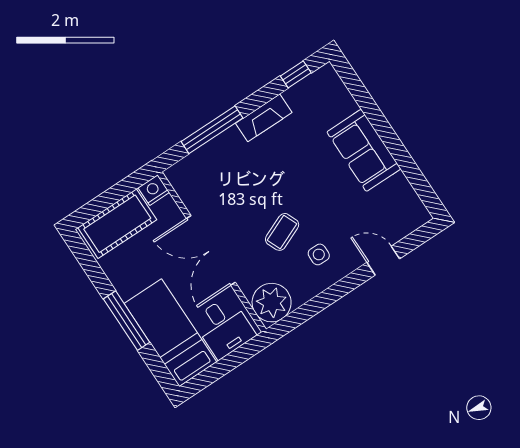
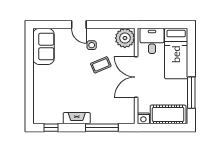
sofa: (364, 150) -> (44, 46), moved
double door: (211, 250) -> (136, 77), swing flipped
door: (383, 261) -> (79, 25), moved
window: (127, 321) -> (191, 93), moved

